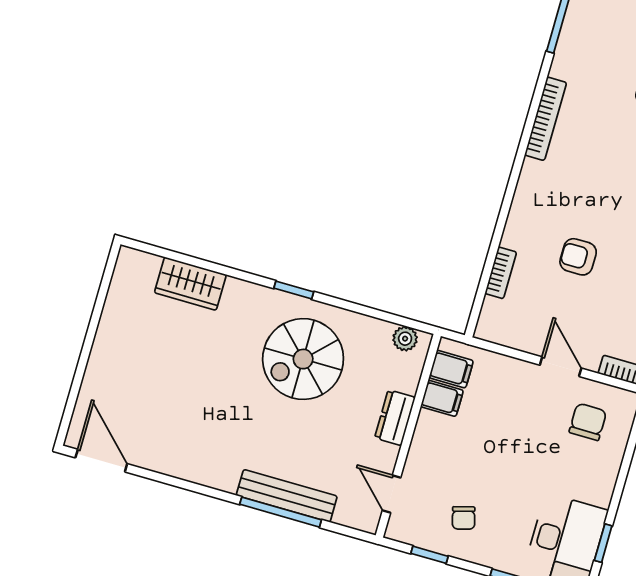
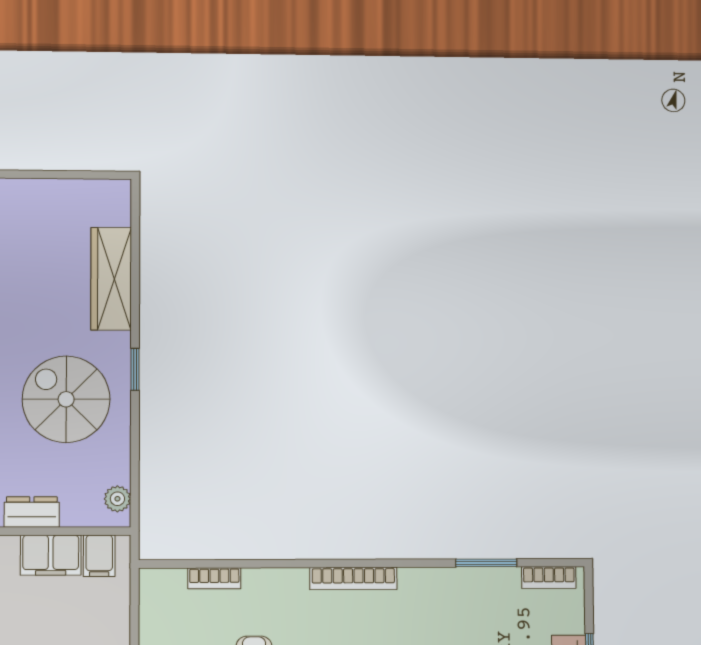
bookcase: (546, 119) -> (353, 578), moved
wardrobe: (190, 284) -> (111, 279), width x1.50
filing cabinet: (442, 398) -> (51, 555), width x2.00

